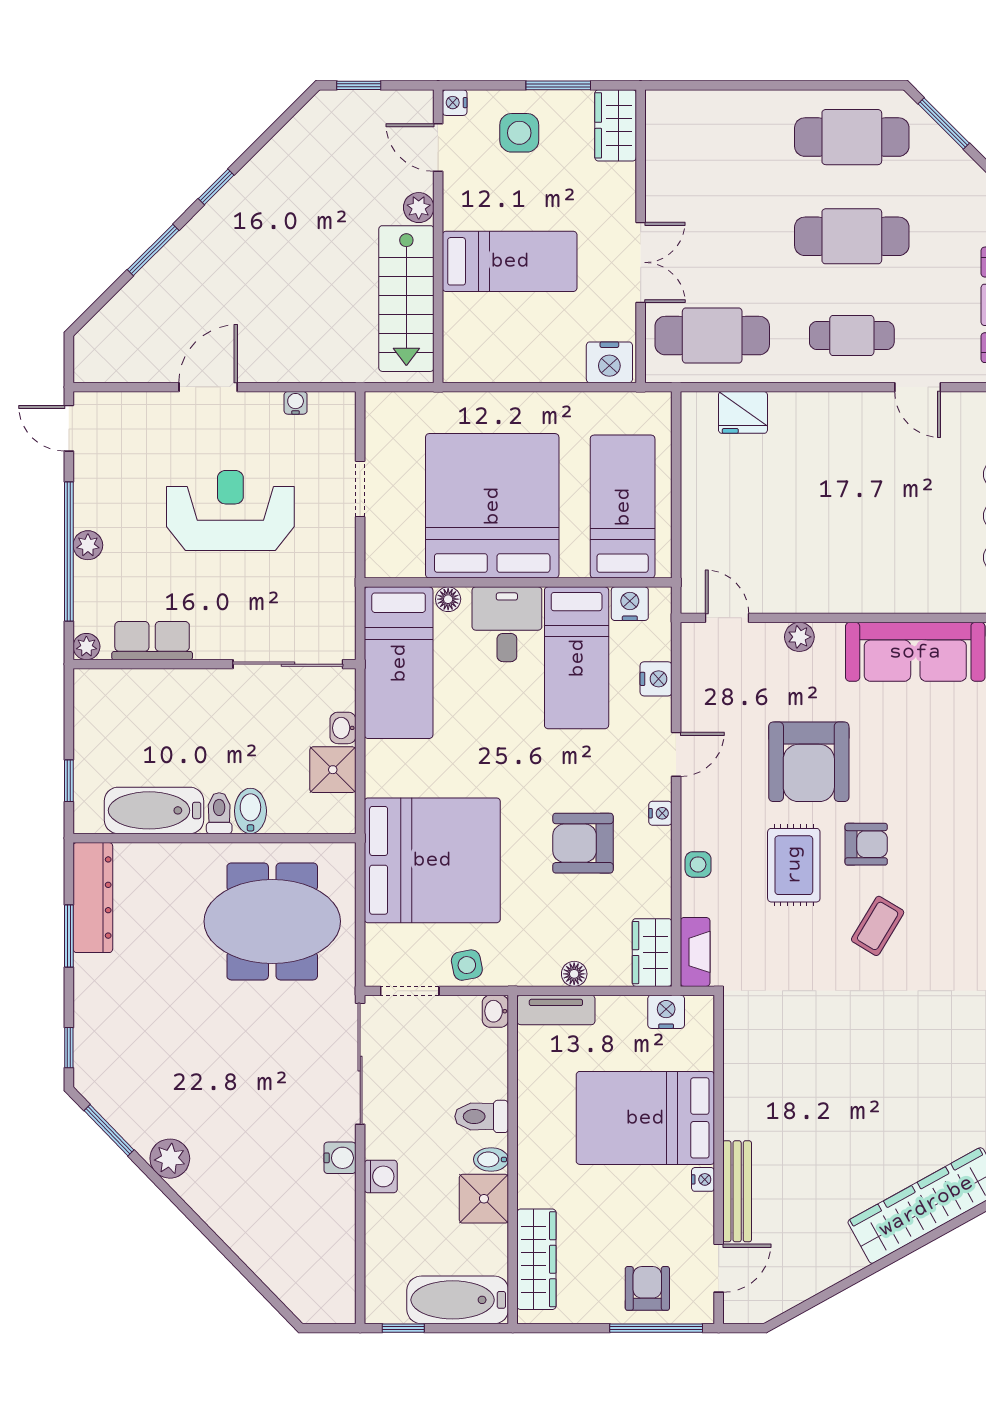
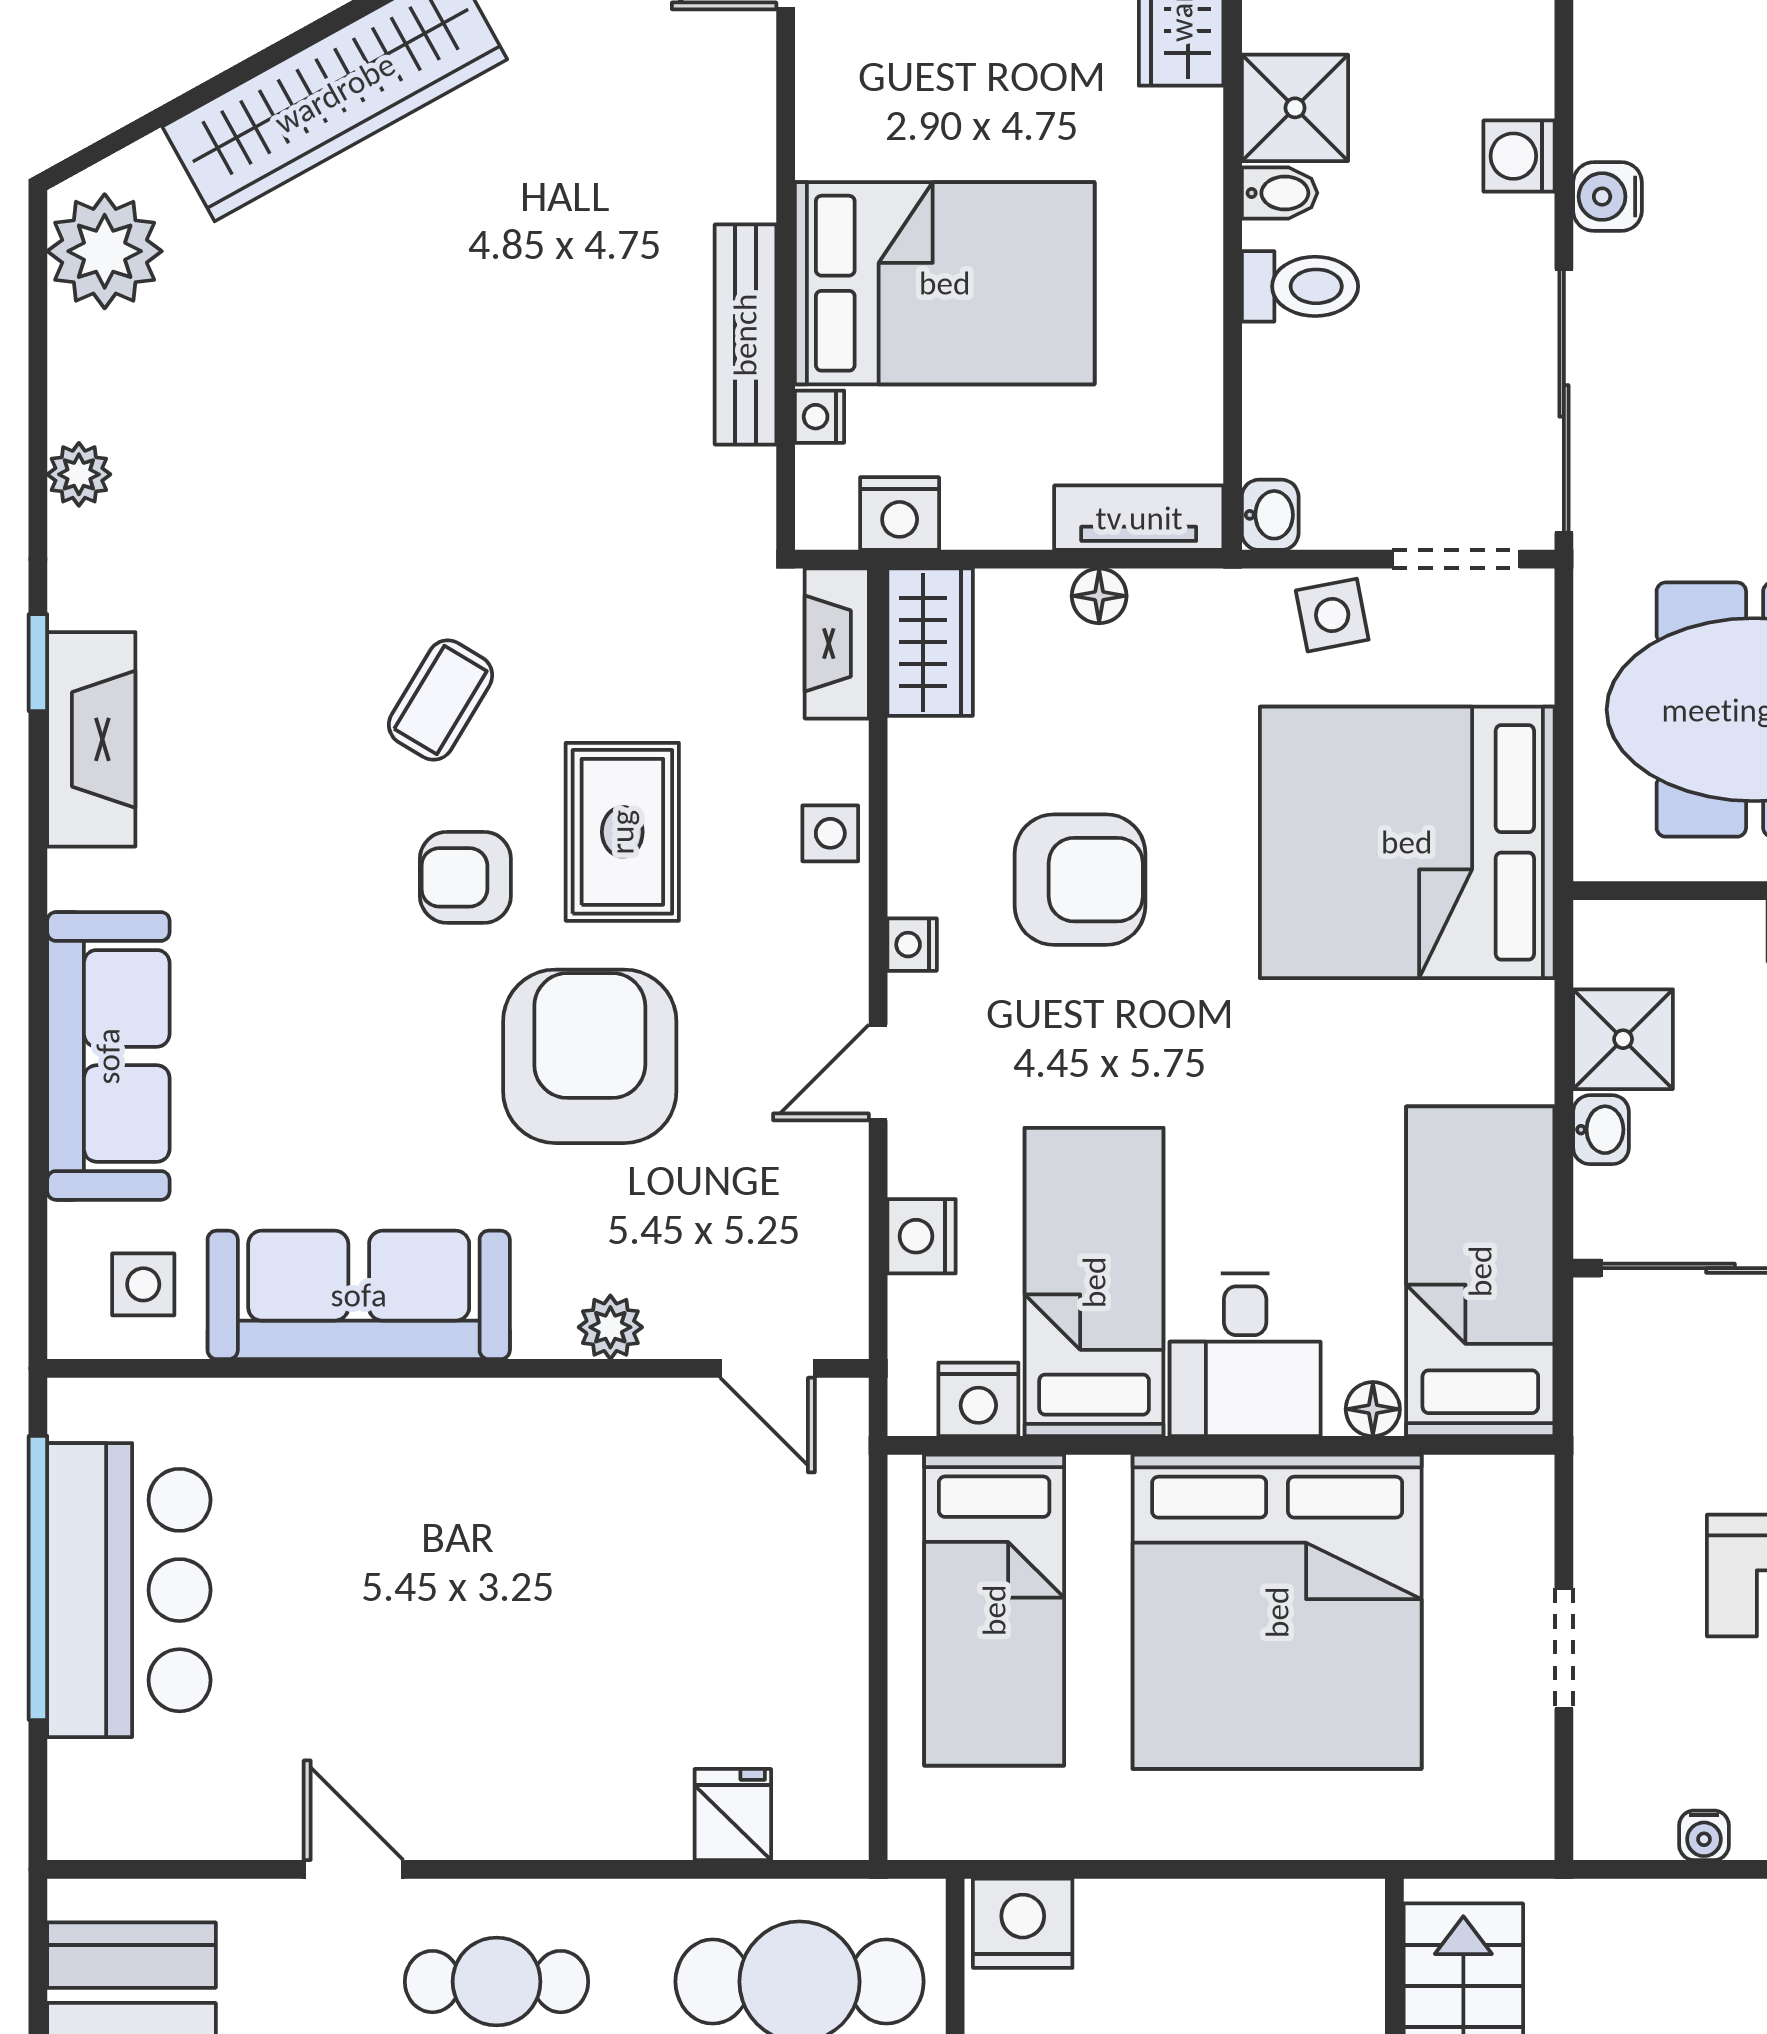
fridge: (743, 412) -> (733, 1814), width x0.72
nightstand: (703, 1179) -> (819, 417), moved
bench: (737, 1191) -> (745, 335), moved

